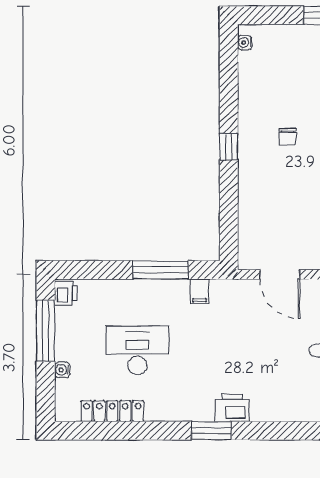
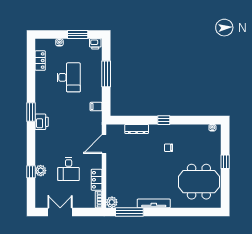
dresser: (248, 205) -> (137, 129), added
window: (161, 270) -> (106, 74), moved
window: (46, 331) -> (78, 35), width x0.69
locker: (112, 411) -> (40, 61), width x0.66

